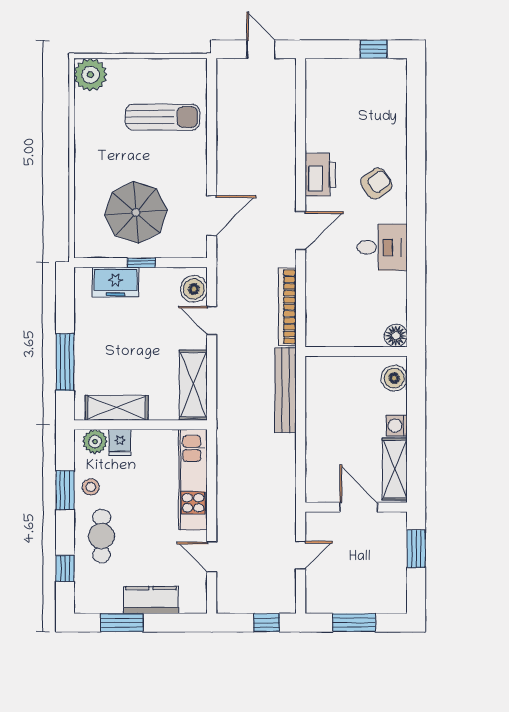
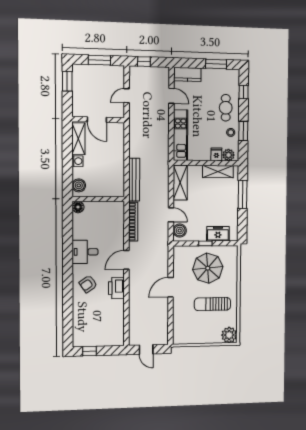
sun lounger: (162, 117) -> (212, 304), moved
door: (212, 216) -> (171, 287), moved
window: (416, 549) -> (67, 81), moved
kitchen counter: (151, 600) -> (187, 74), moved

